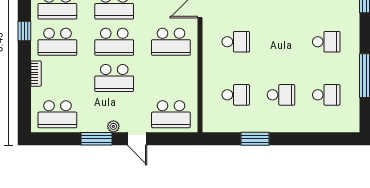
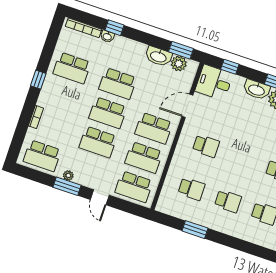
school desk: (57, 42) -> (144, 157), moved
plant: (113, 126) -> (68, 176), moved

